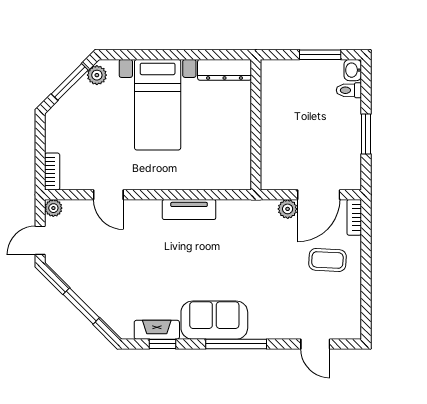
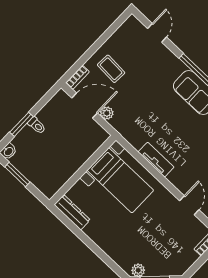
toilet: (349, 90) -> (37, 125), moved
bed with nightstands: (158, 105) -> (120, 180), moved, turned 90
window: (366, 134) -> (21, 124), moved

